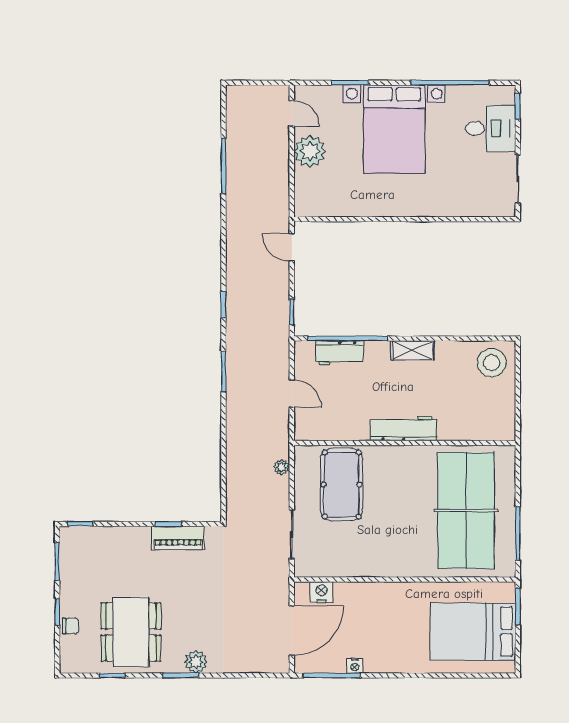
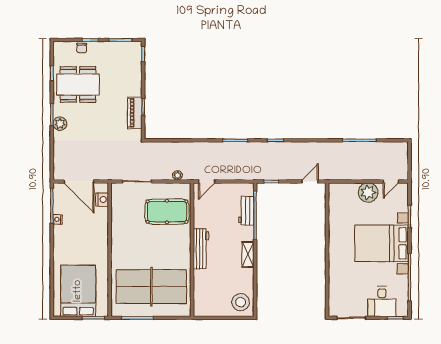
door: (292, 394) -> (207, 181), moved

